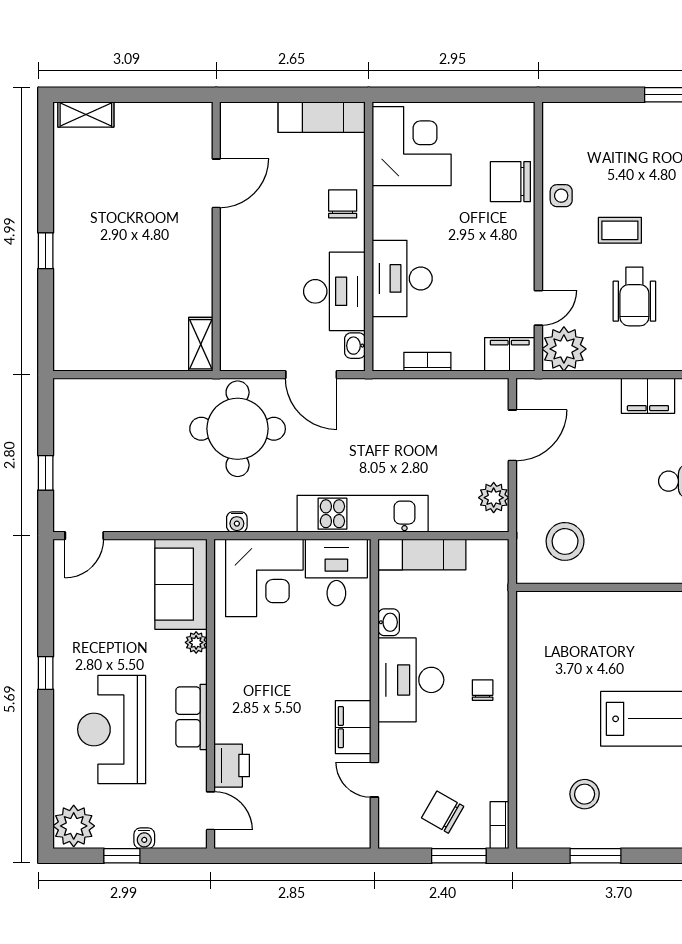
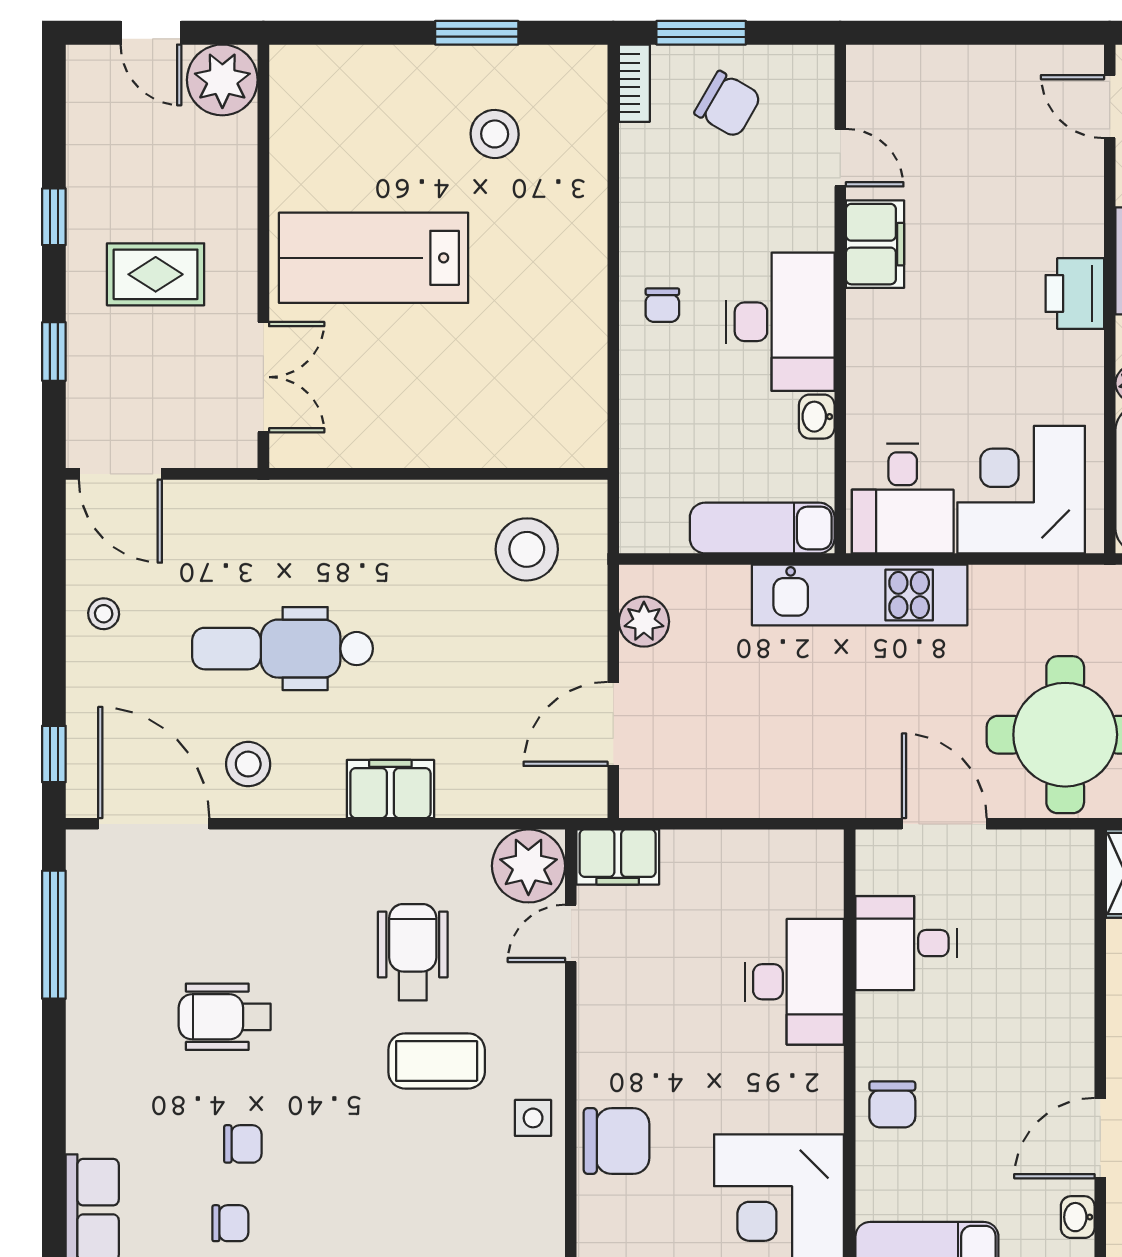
coffee table: (620, 230) -> (437, 1061), width x1.36, depth x1.30
desk: (334, 291) -> (906, 943), width x0.73
washbasin: (355, 346) -> (1078, 1217), moved, turned 180
bookcase: (427, 362) -> (753, 845), removed
water cooler: (237, 522) -> (1066, 581), removed
printer: (232, 766) -> (1075, 294), moved

